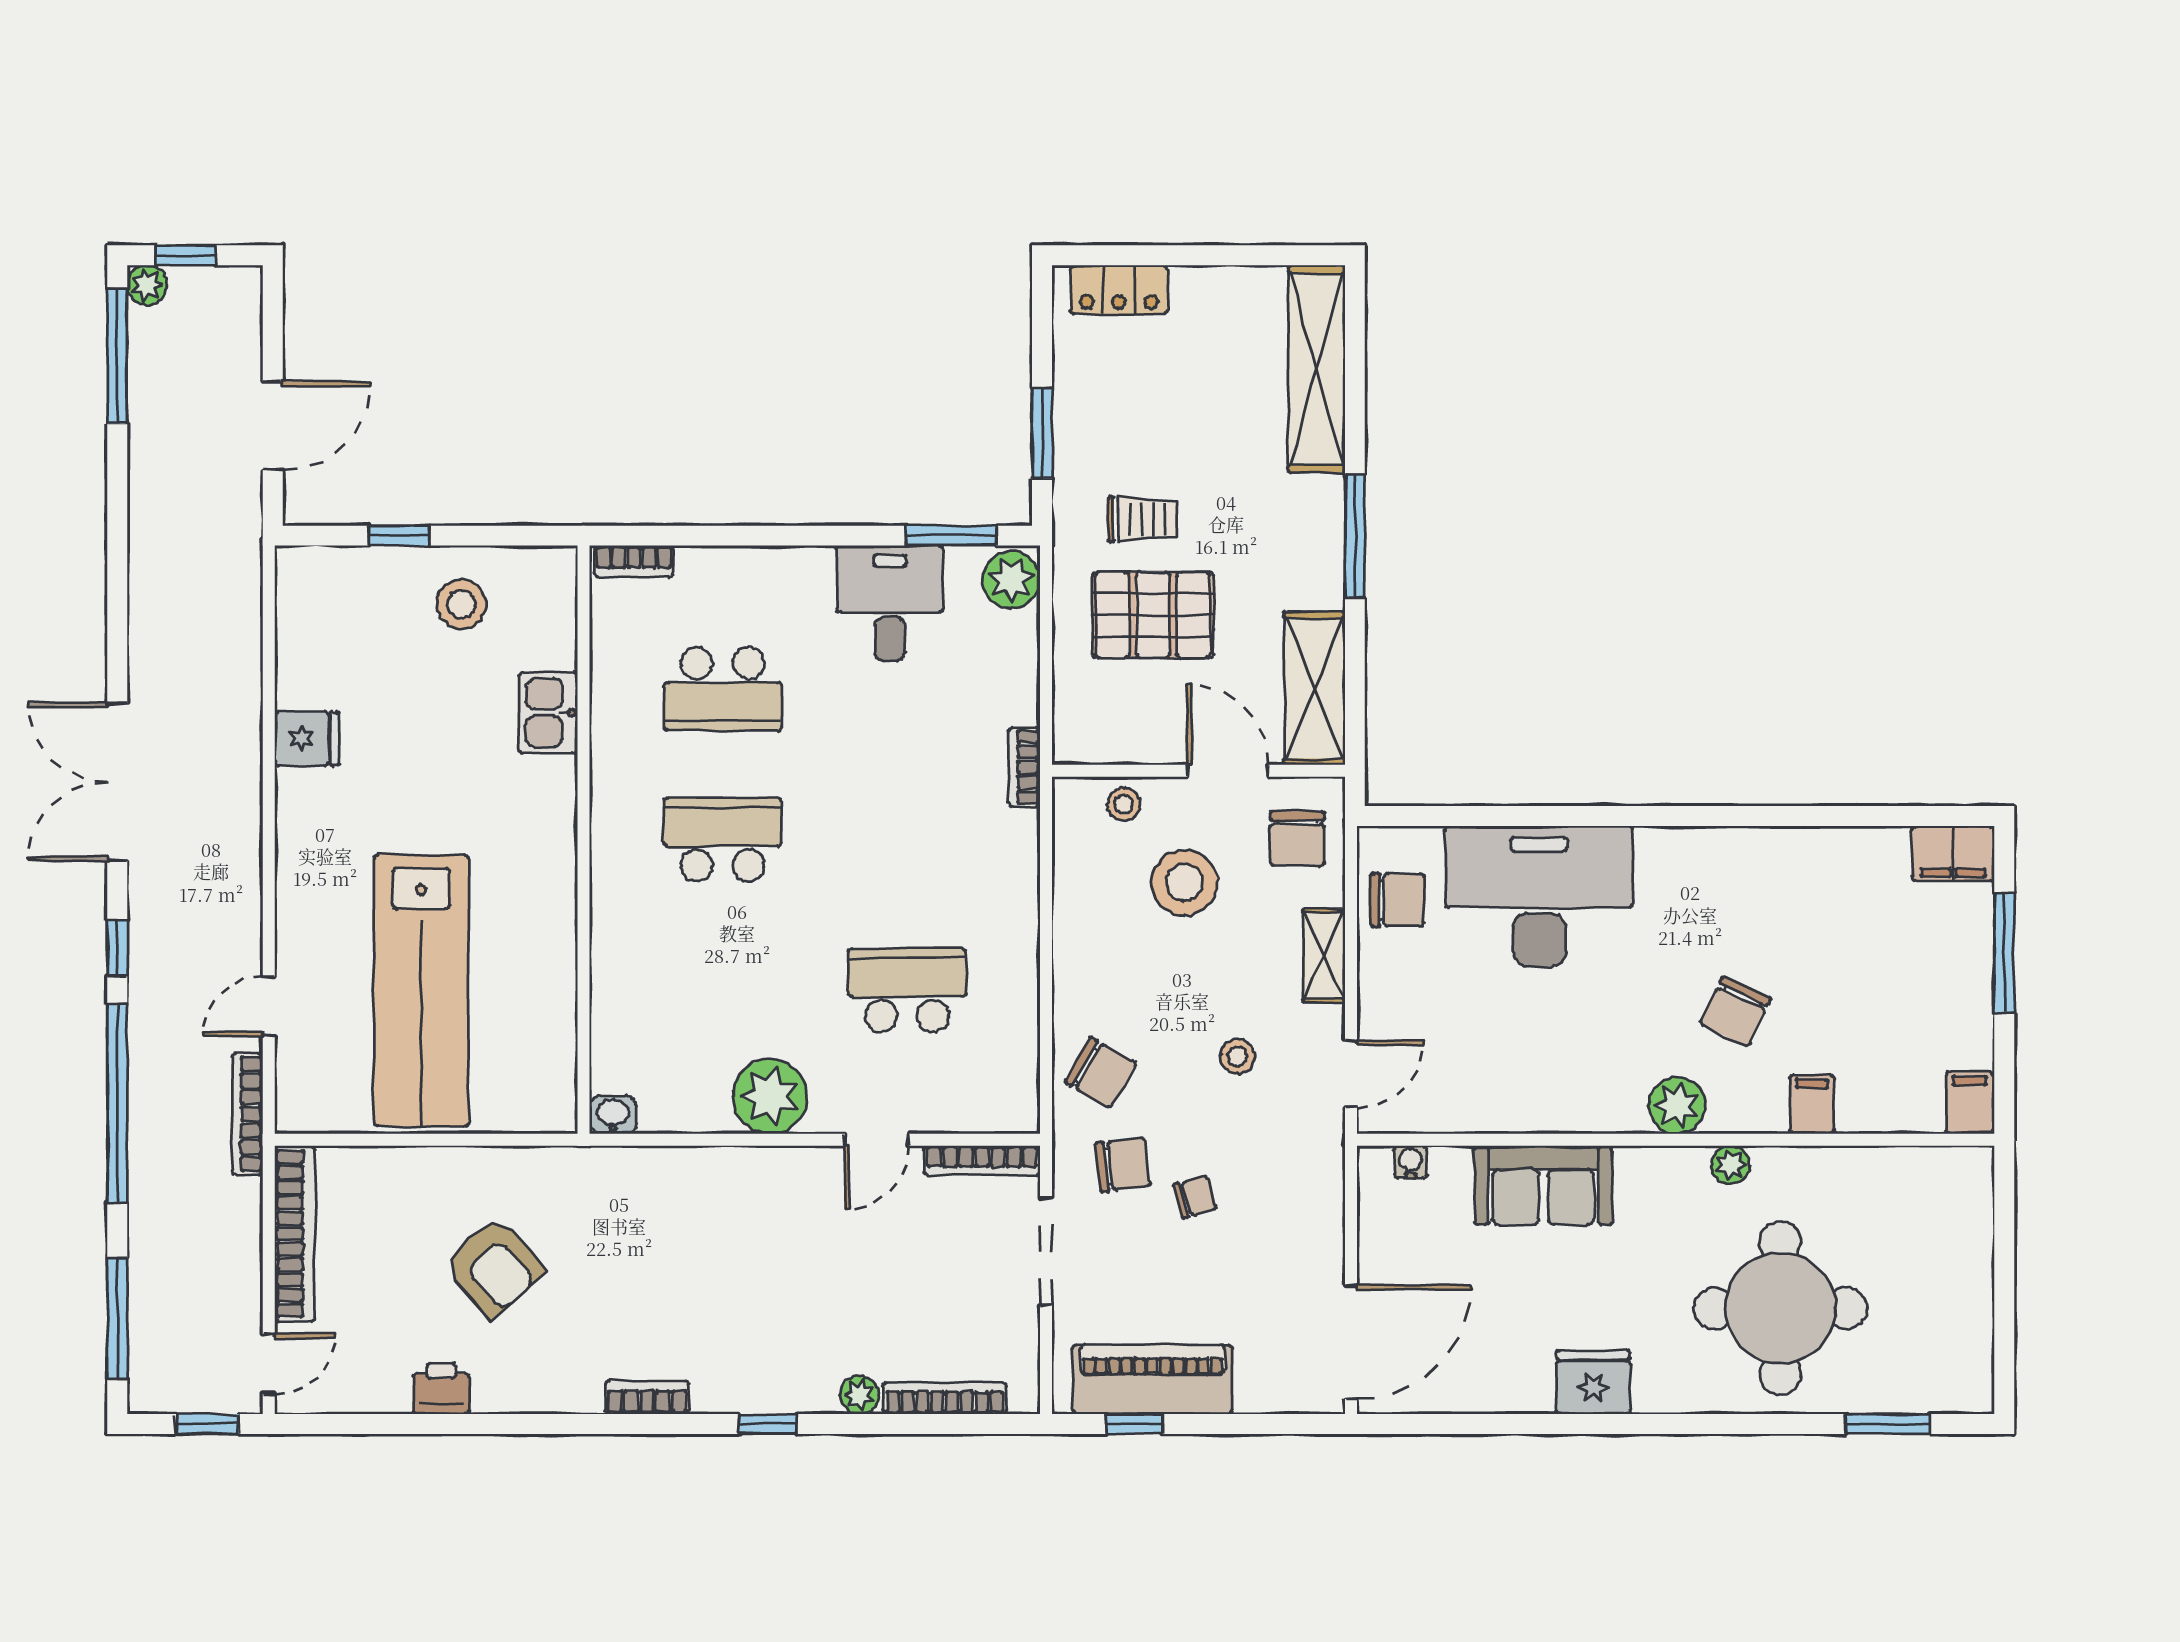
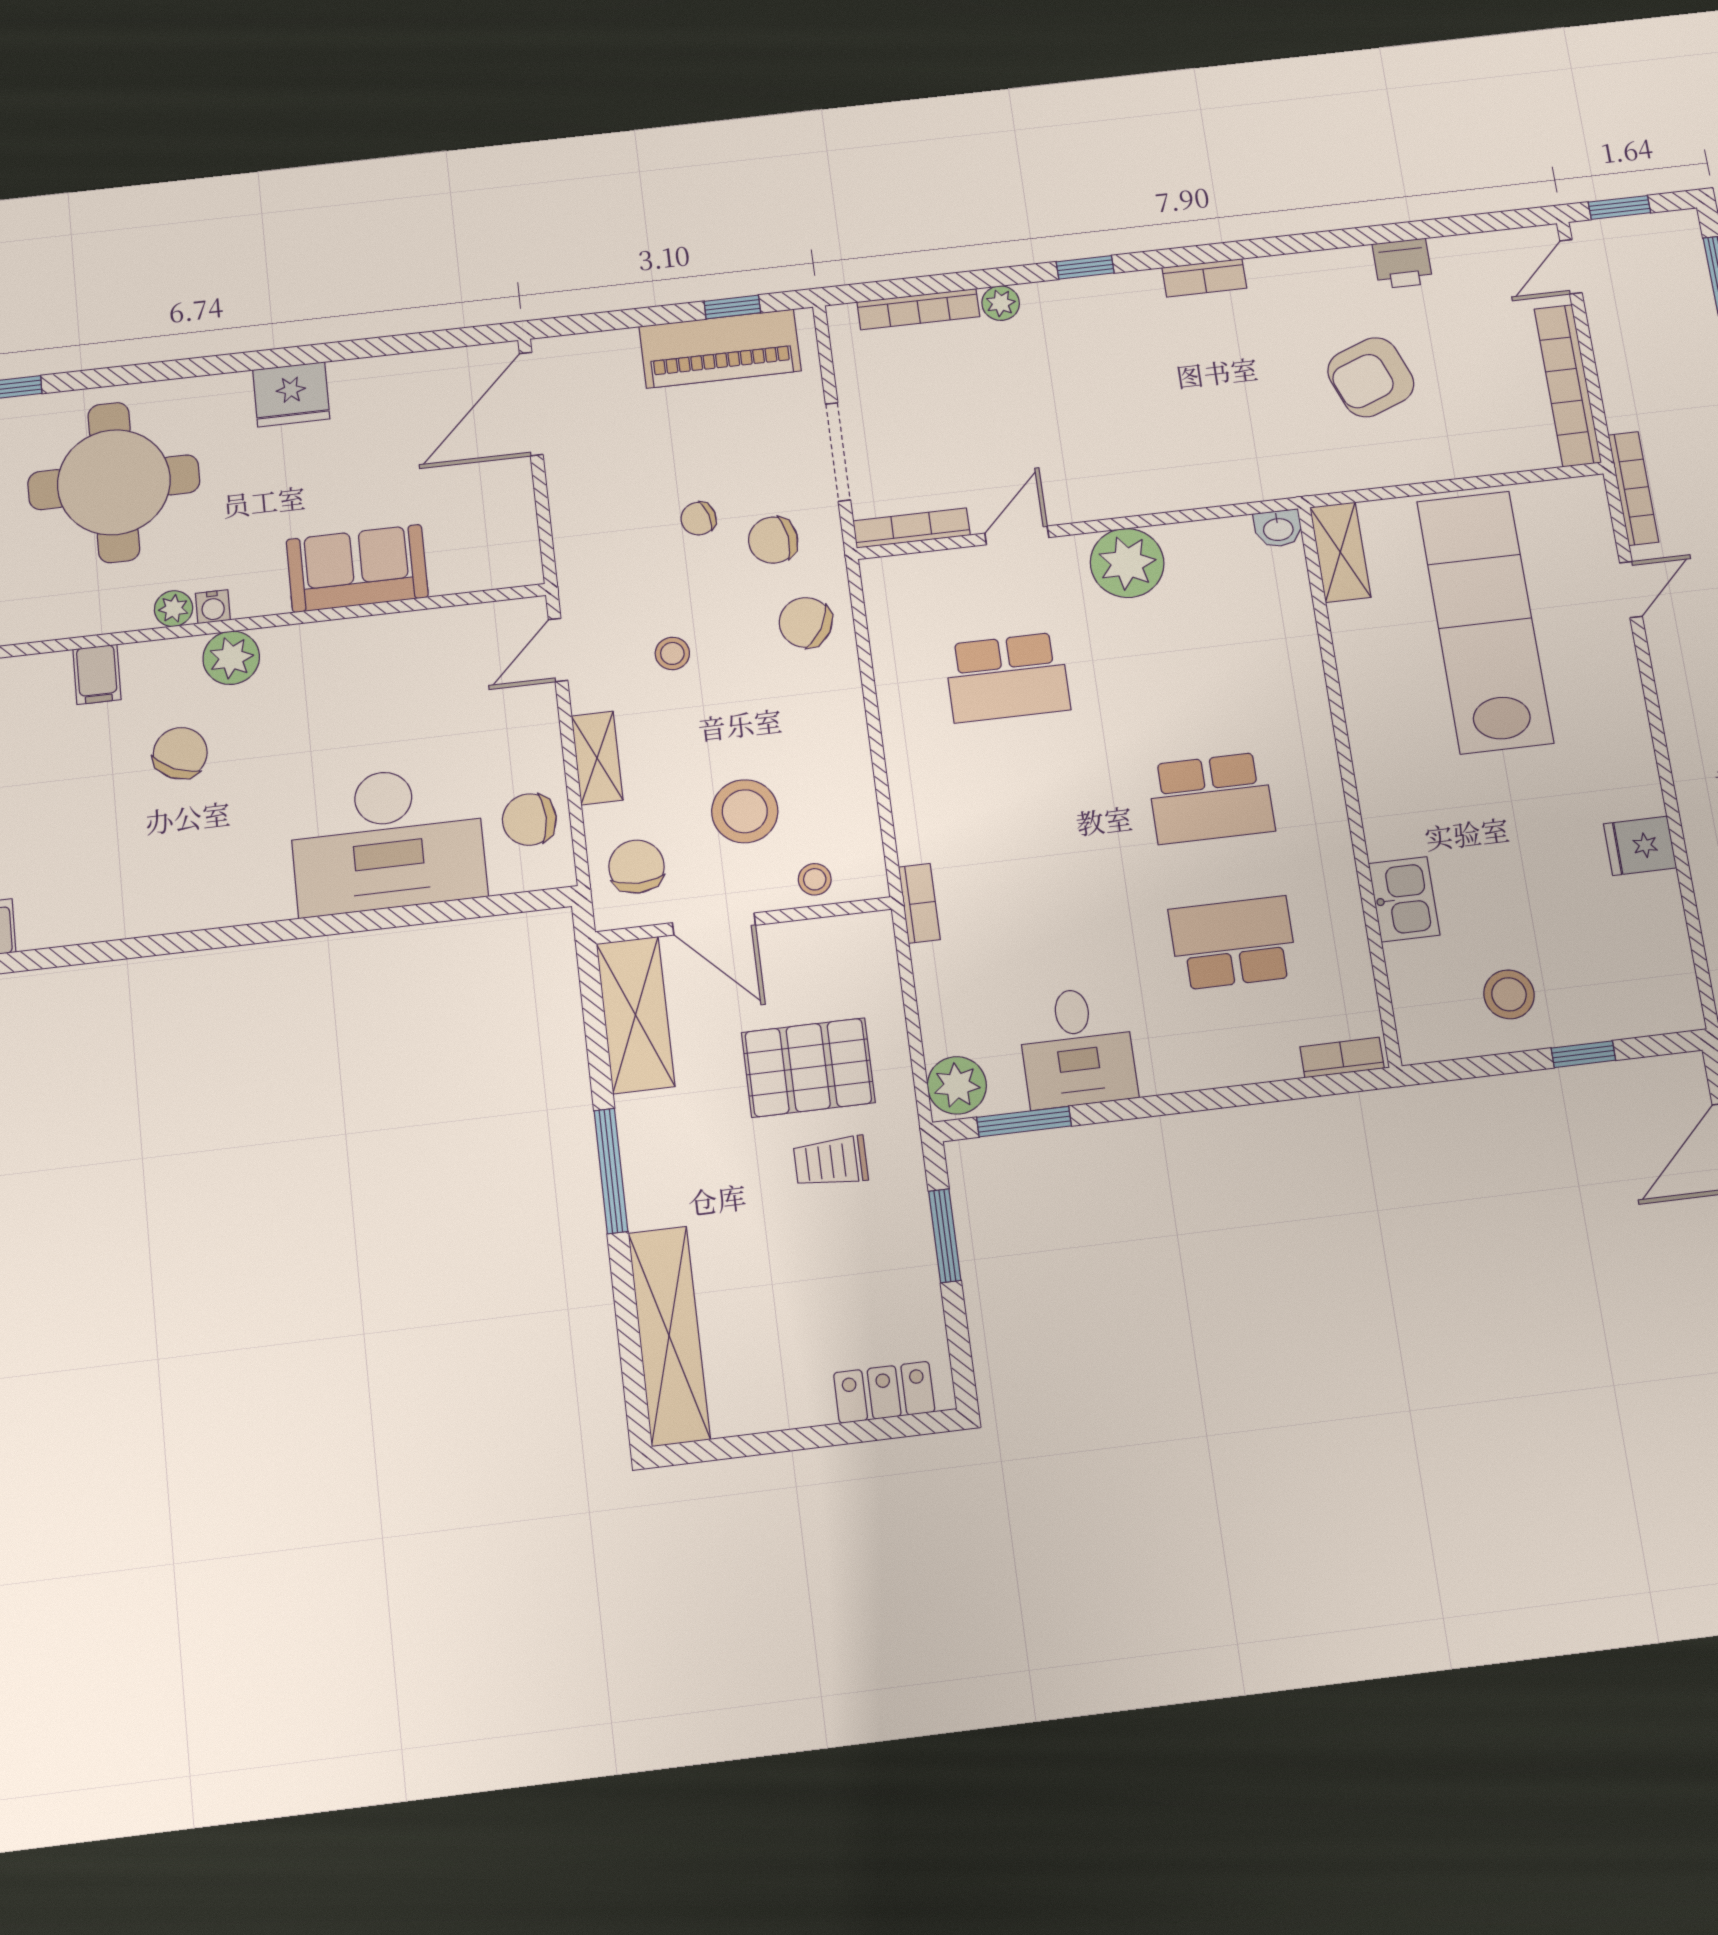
shelving: (554, 1082) -> (1340, 552), added
water cooler: (1411, 1162) -> (213, 607), moved
armchair: (494, 1267) -> (1371, 377), turned -70

